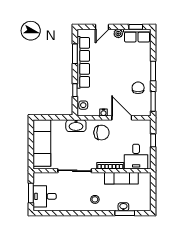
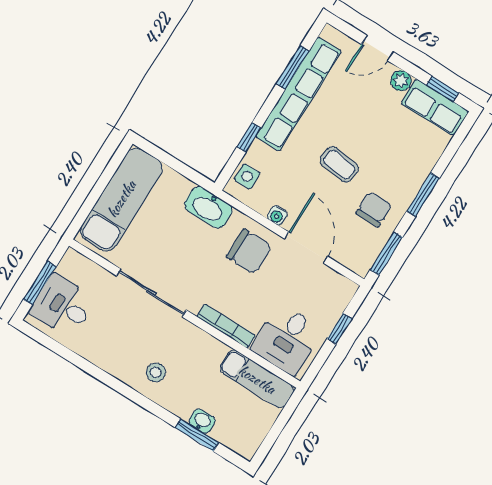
coffee table: (115, 79) -> (339, 164), added
exam couch: (121, 178) -> (257, 379), moved

